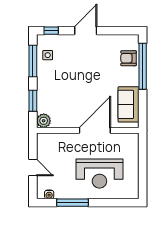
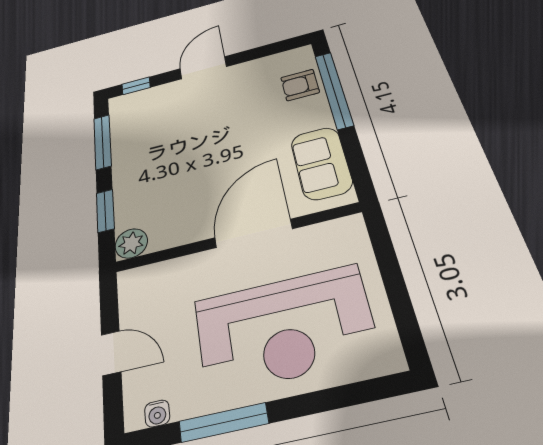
side table: (48, 55) -> (132, 125), removed
reception desk: (99, 174) -> (284, 328), width x1.36, depth x1.30

